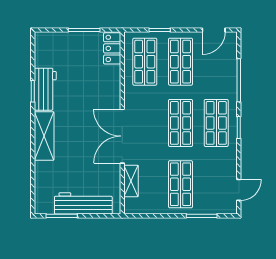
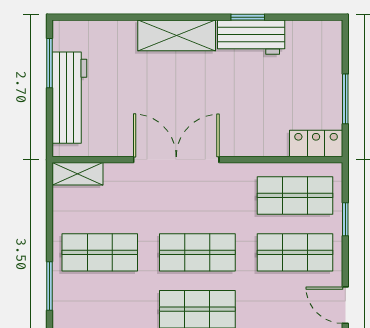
shelving: (131, 181) -> (78, 174), moved

